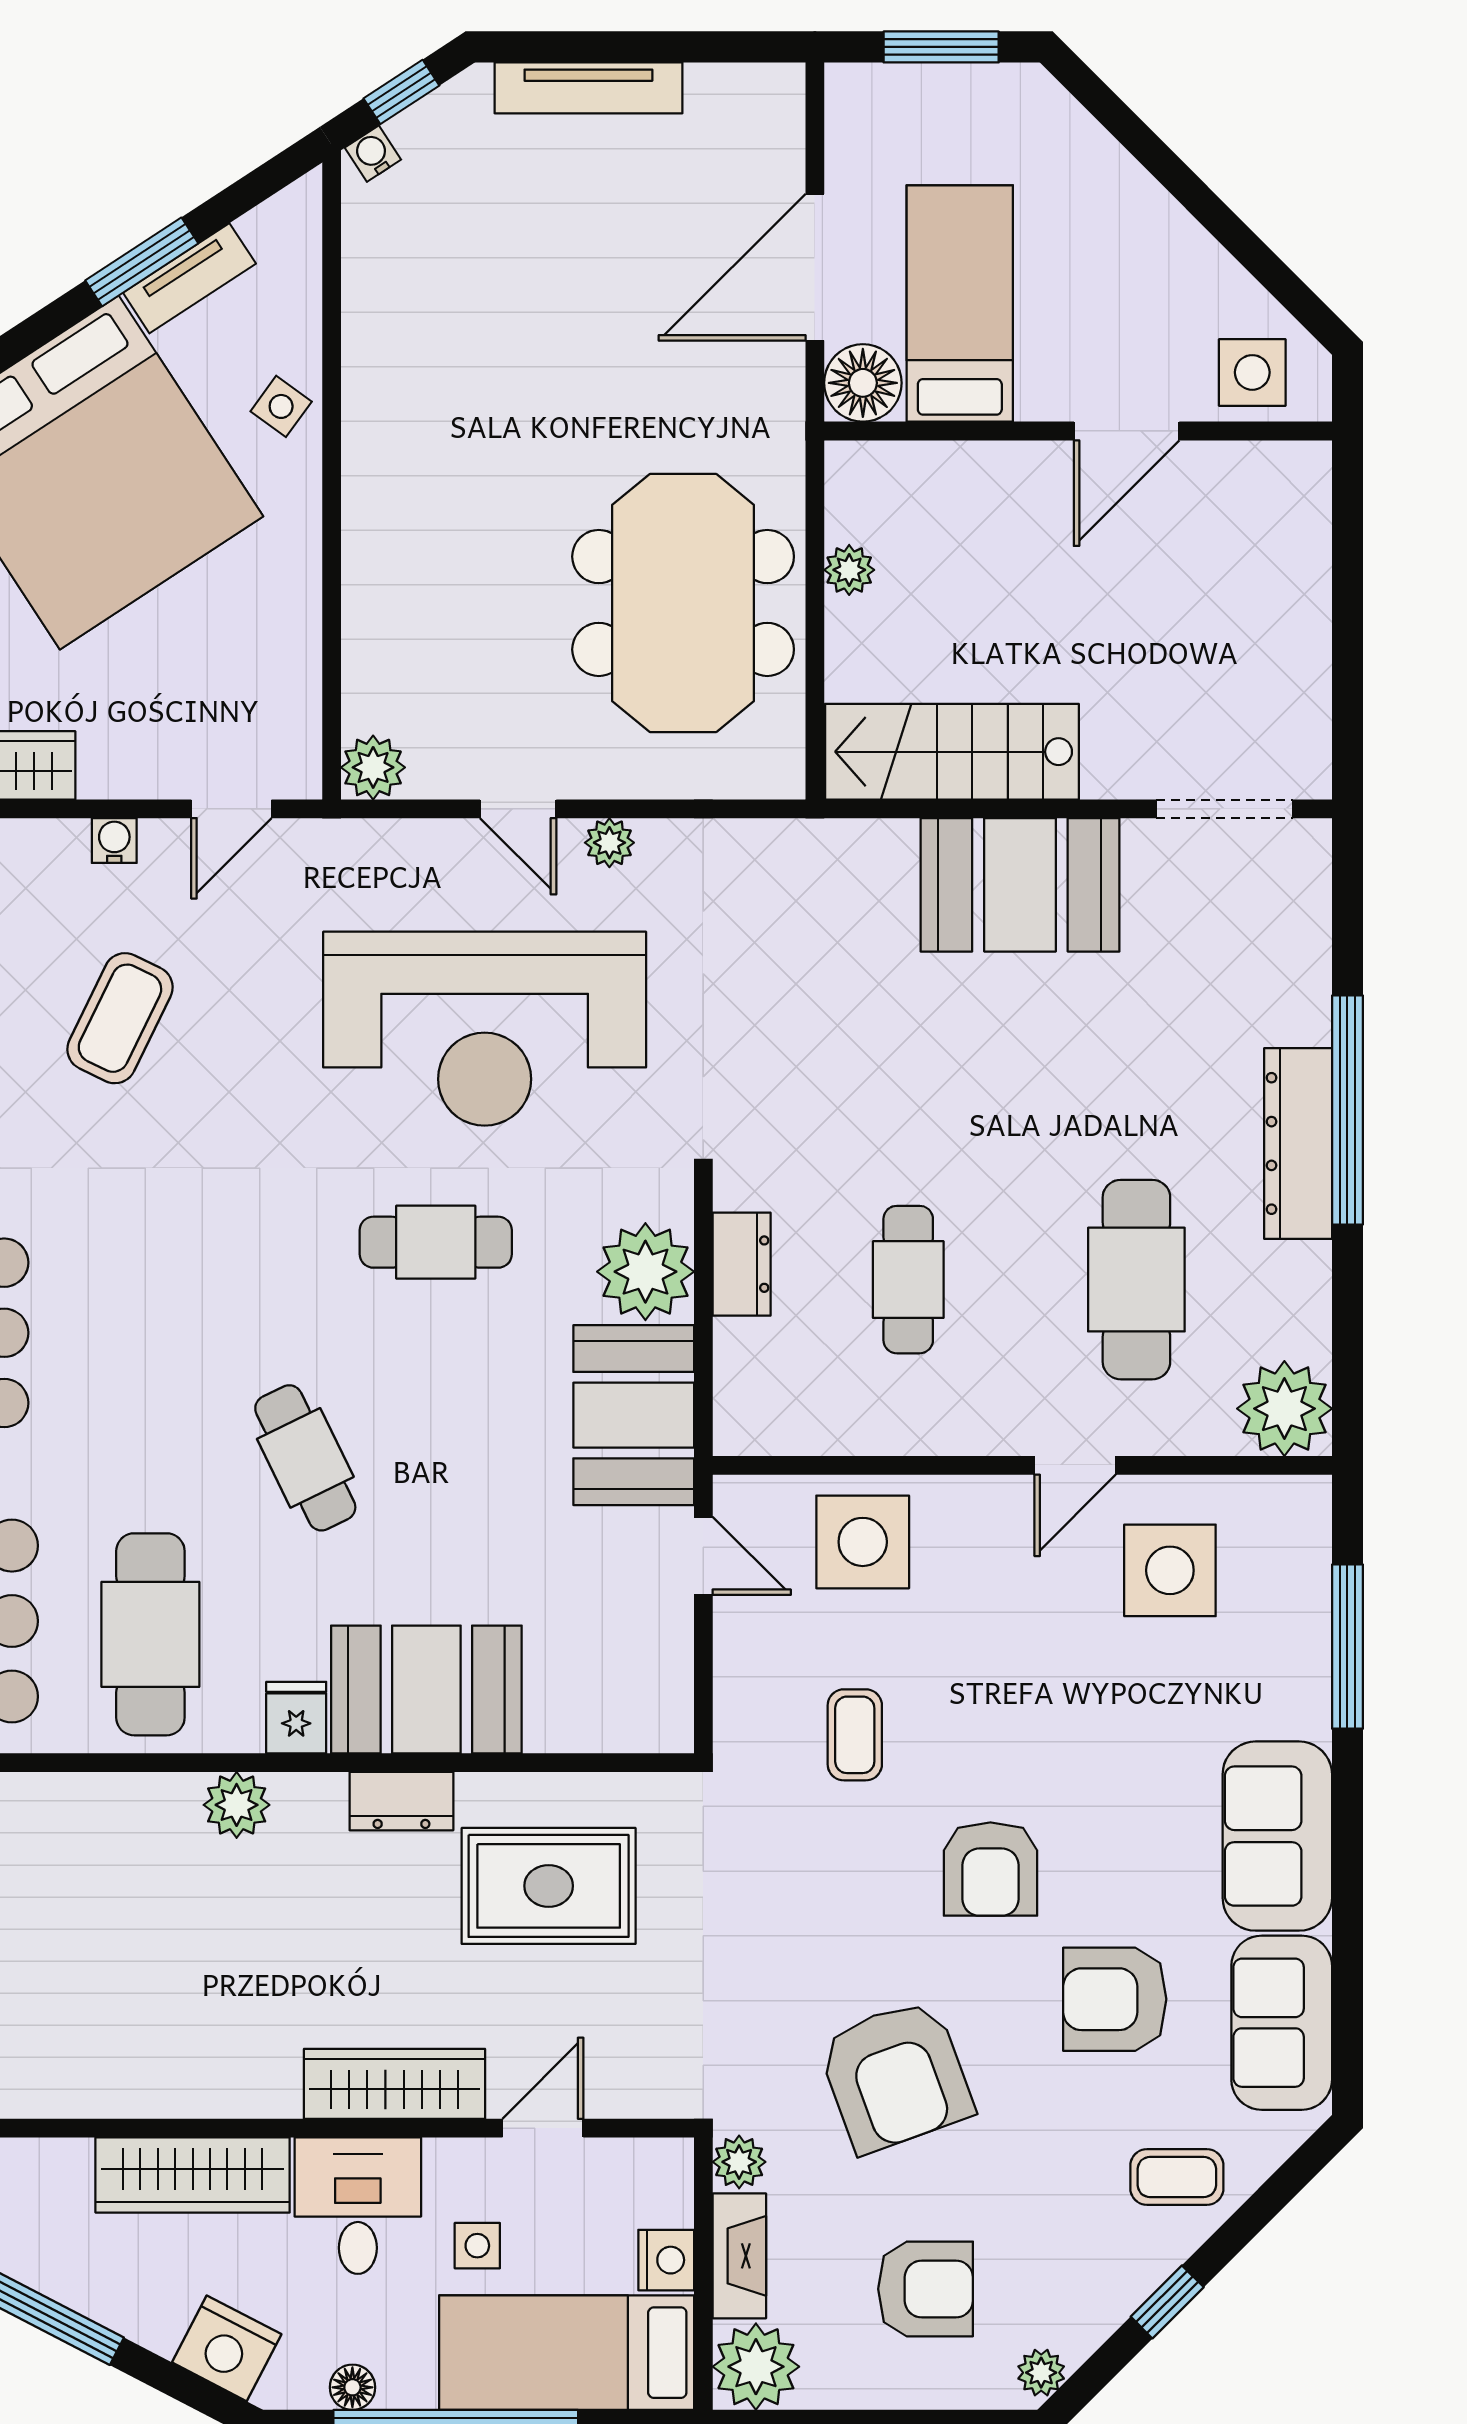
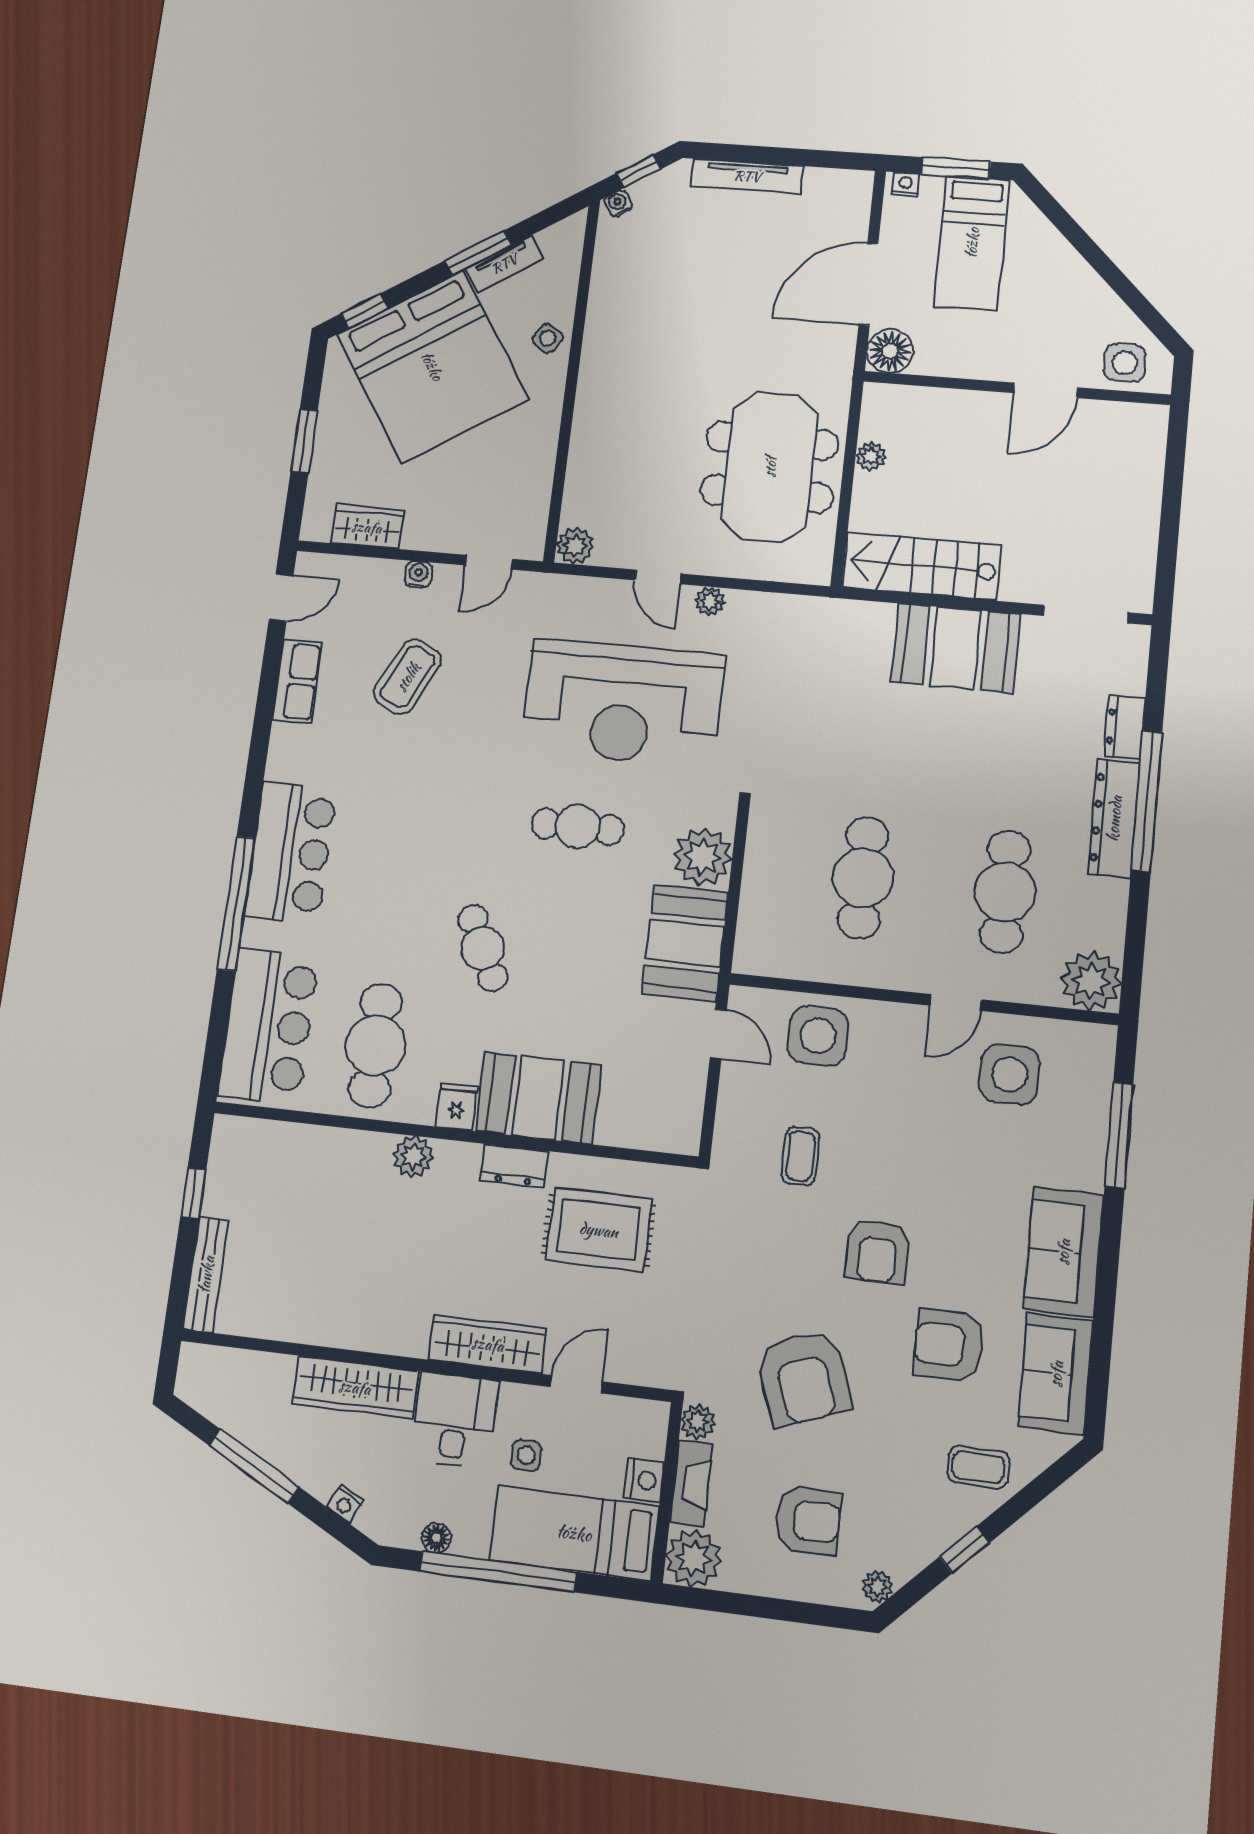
nightstand: (859, 83) -> (905, 184), added
bed: (960, 304) -> (972, 243), moved, turned 180
dresser: (742, 1264) -> (1125, 727), moved, turned 180
cafe table: (908, 1280) -> (863, 878), width x1.37, depth x1.35
nightstand: (227, 2348) -> (345, 1504), width x0.53, depth x0.56

